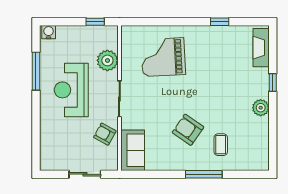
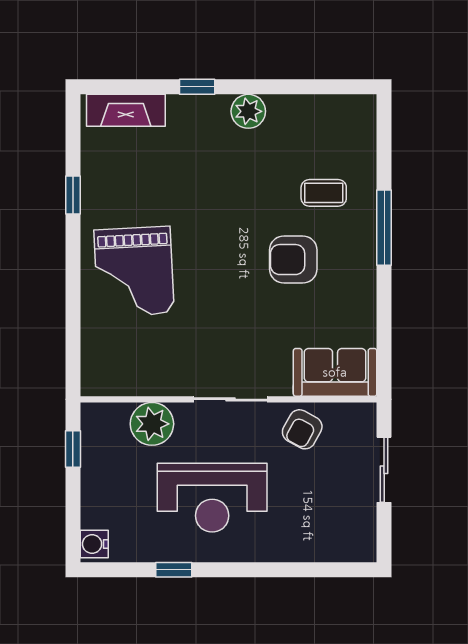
grand piano: (163, 57) -> (134, 272), moved
window: (36, 71) -> (174, 570), width x0.46
armchair: (188, 130) -> (293, 260), turned 55

